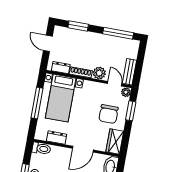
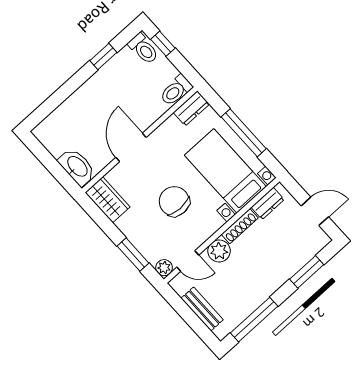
bench: (129, 72) -> (202, 309), moved
chair: (108, 114) -> (174, 201), moved
dresser: (57, 138) -> (191, 108), moved

